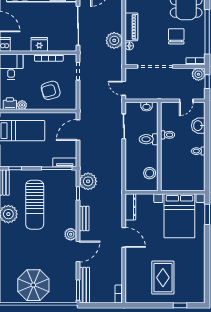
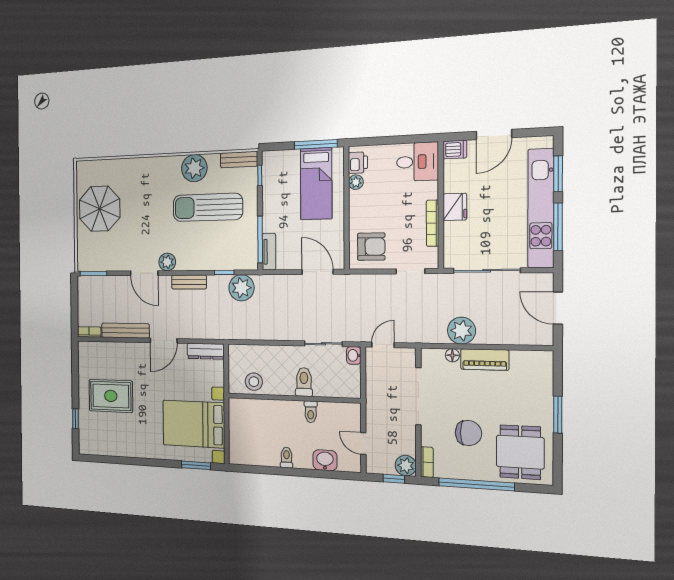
armchair: (51, 90) -> (371, 247), moved, turned 106
washbasin: (146, 107) -> (354, 355), moved
bench: (84, 285) -> (125, 331), moved

